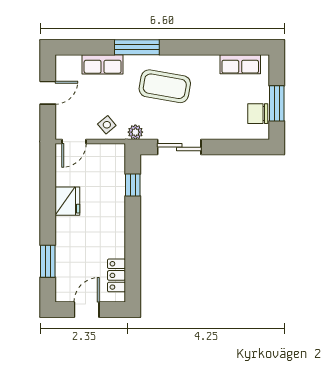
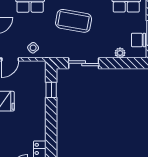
plant: (135, 132) -> (120, 53), moved

